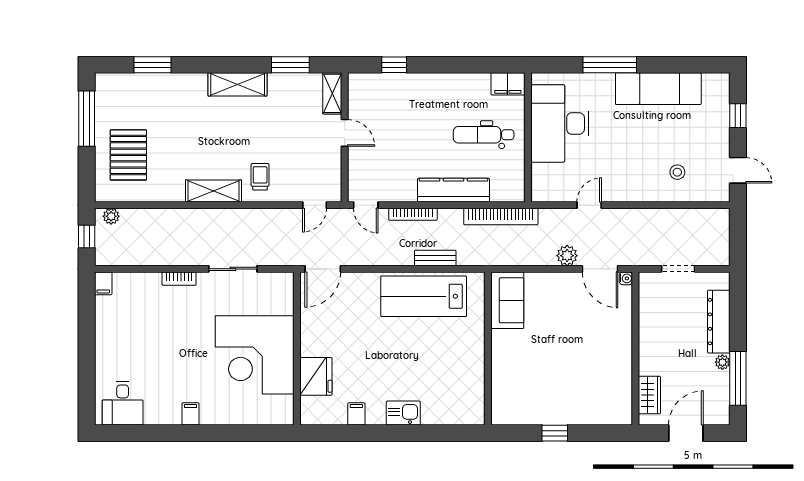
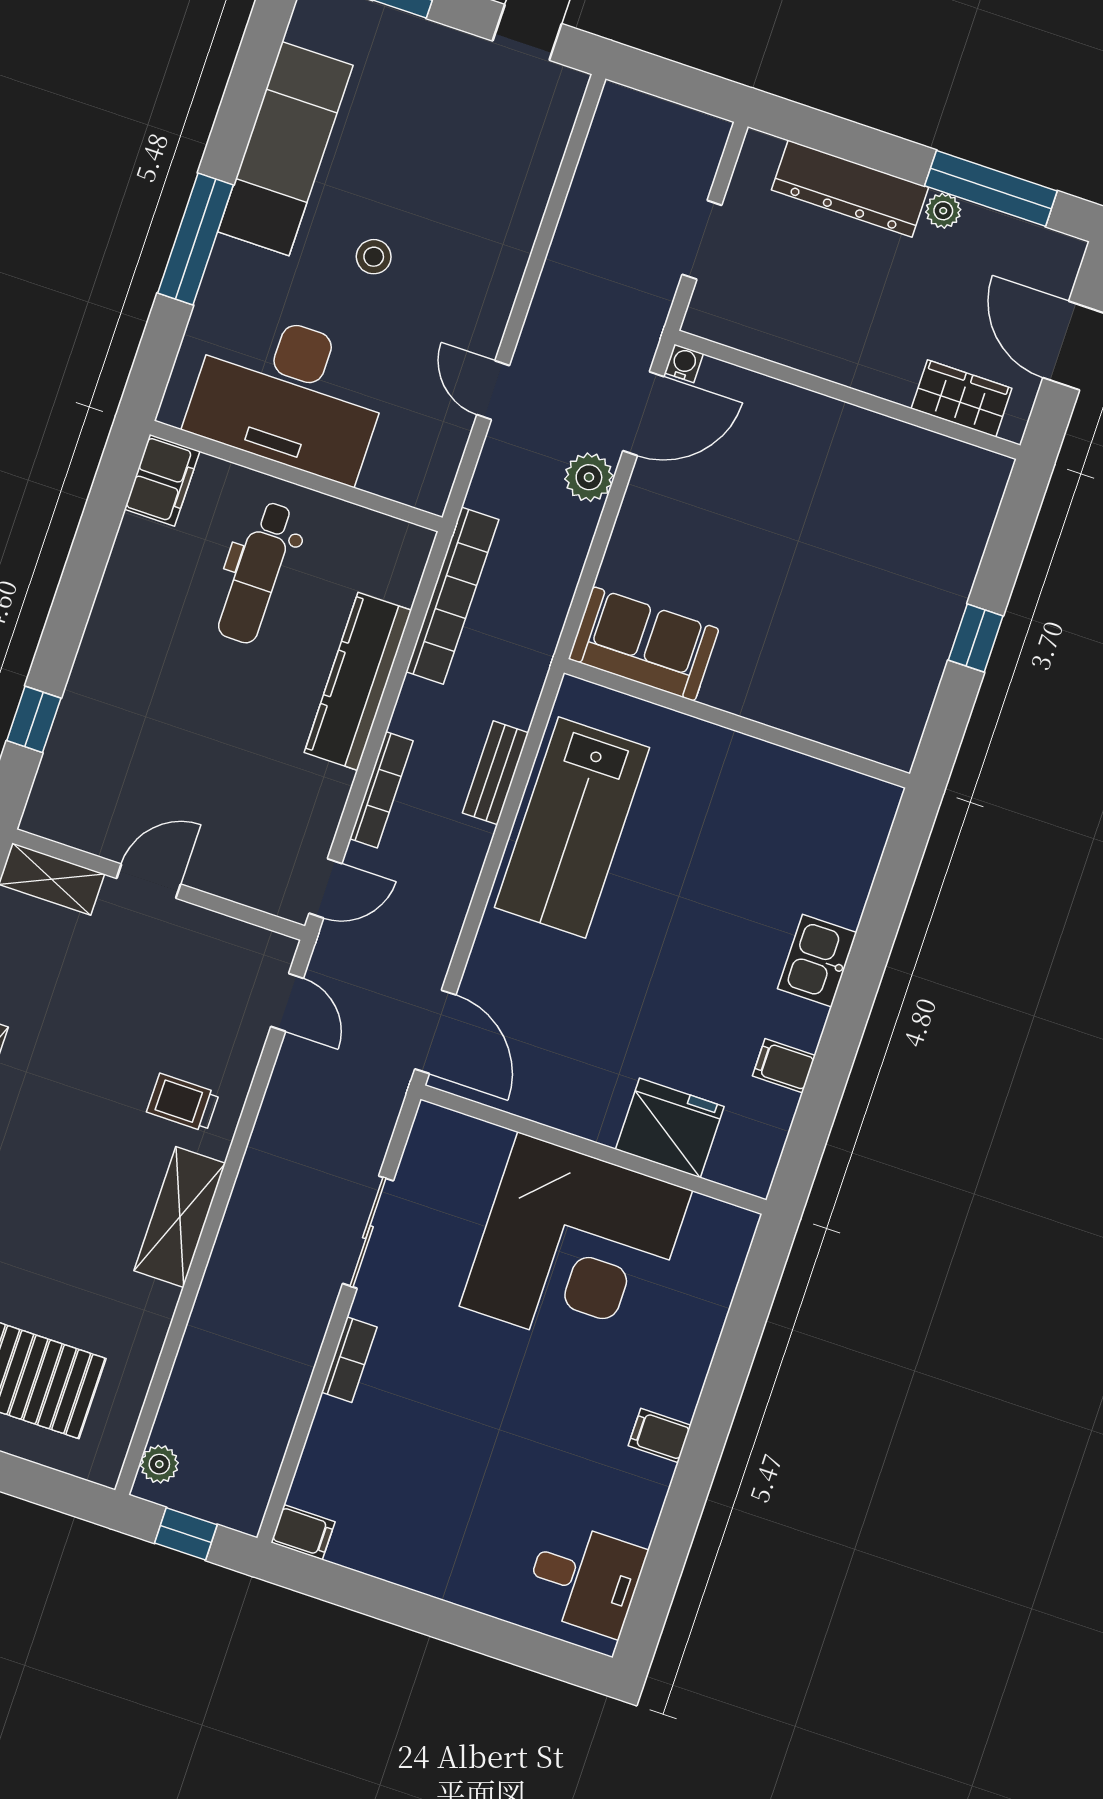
stool: (677, 172) -> (374, 257), moved

